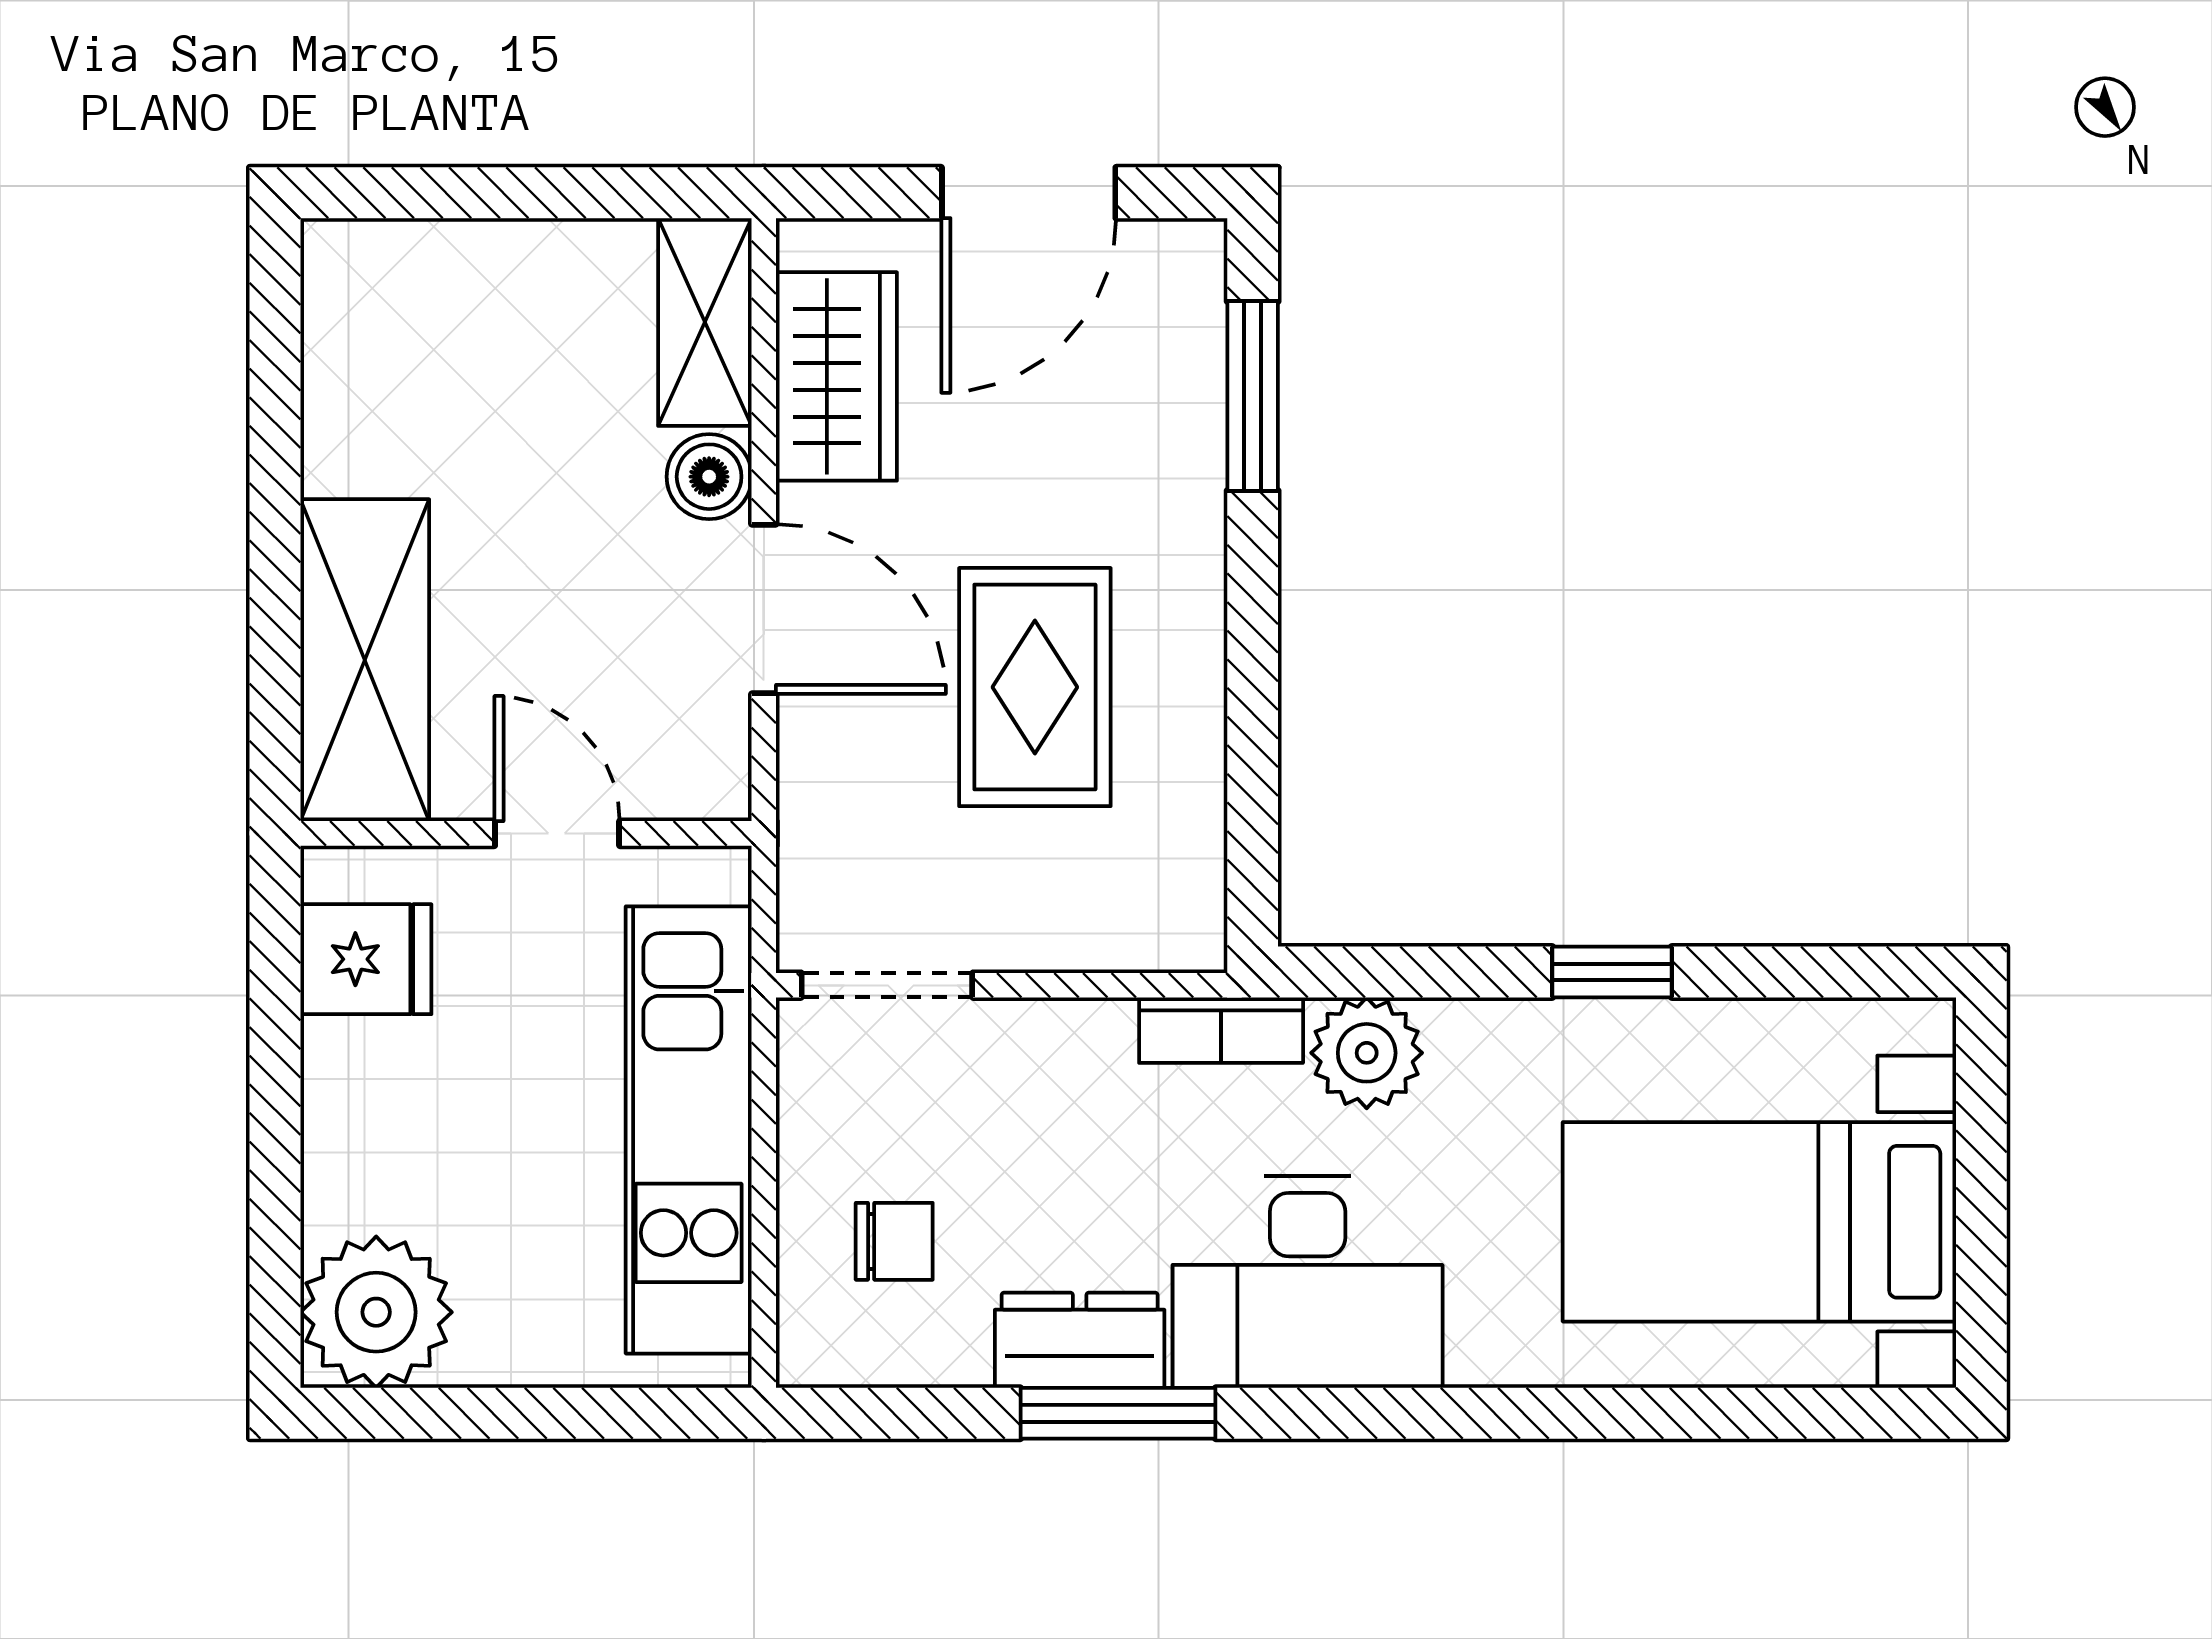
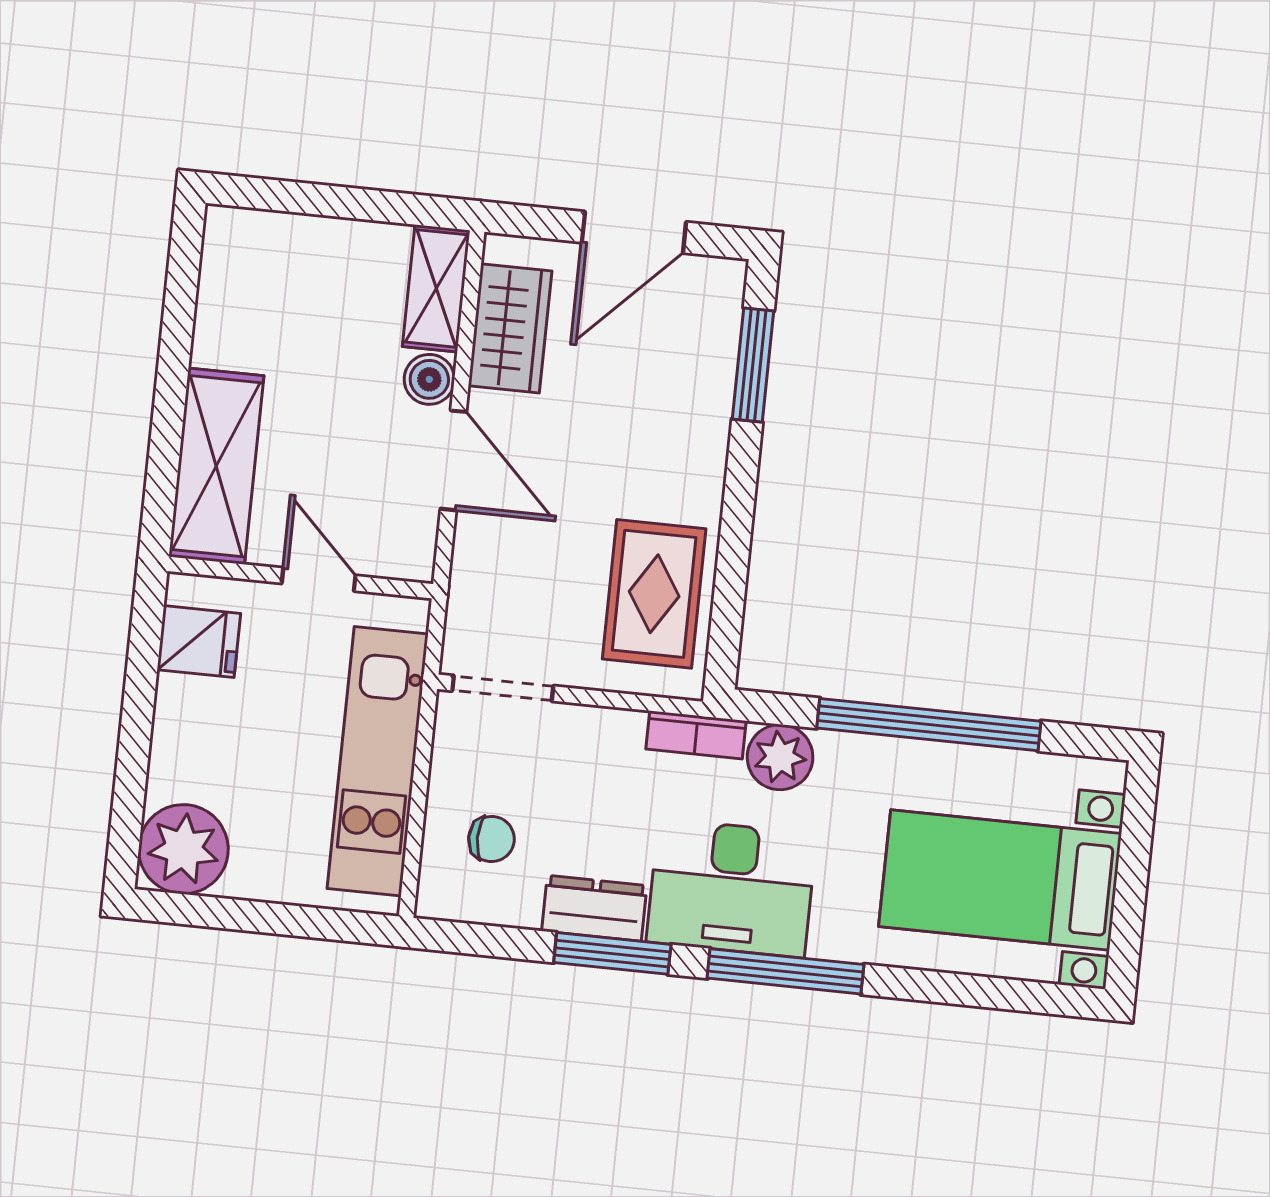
rug: (1035, 687) -> (654, 594), moved
window: (1612, 972) -> (929, 725), width x3.17
window: (1413, 1413) -> (785, 971), added

